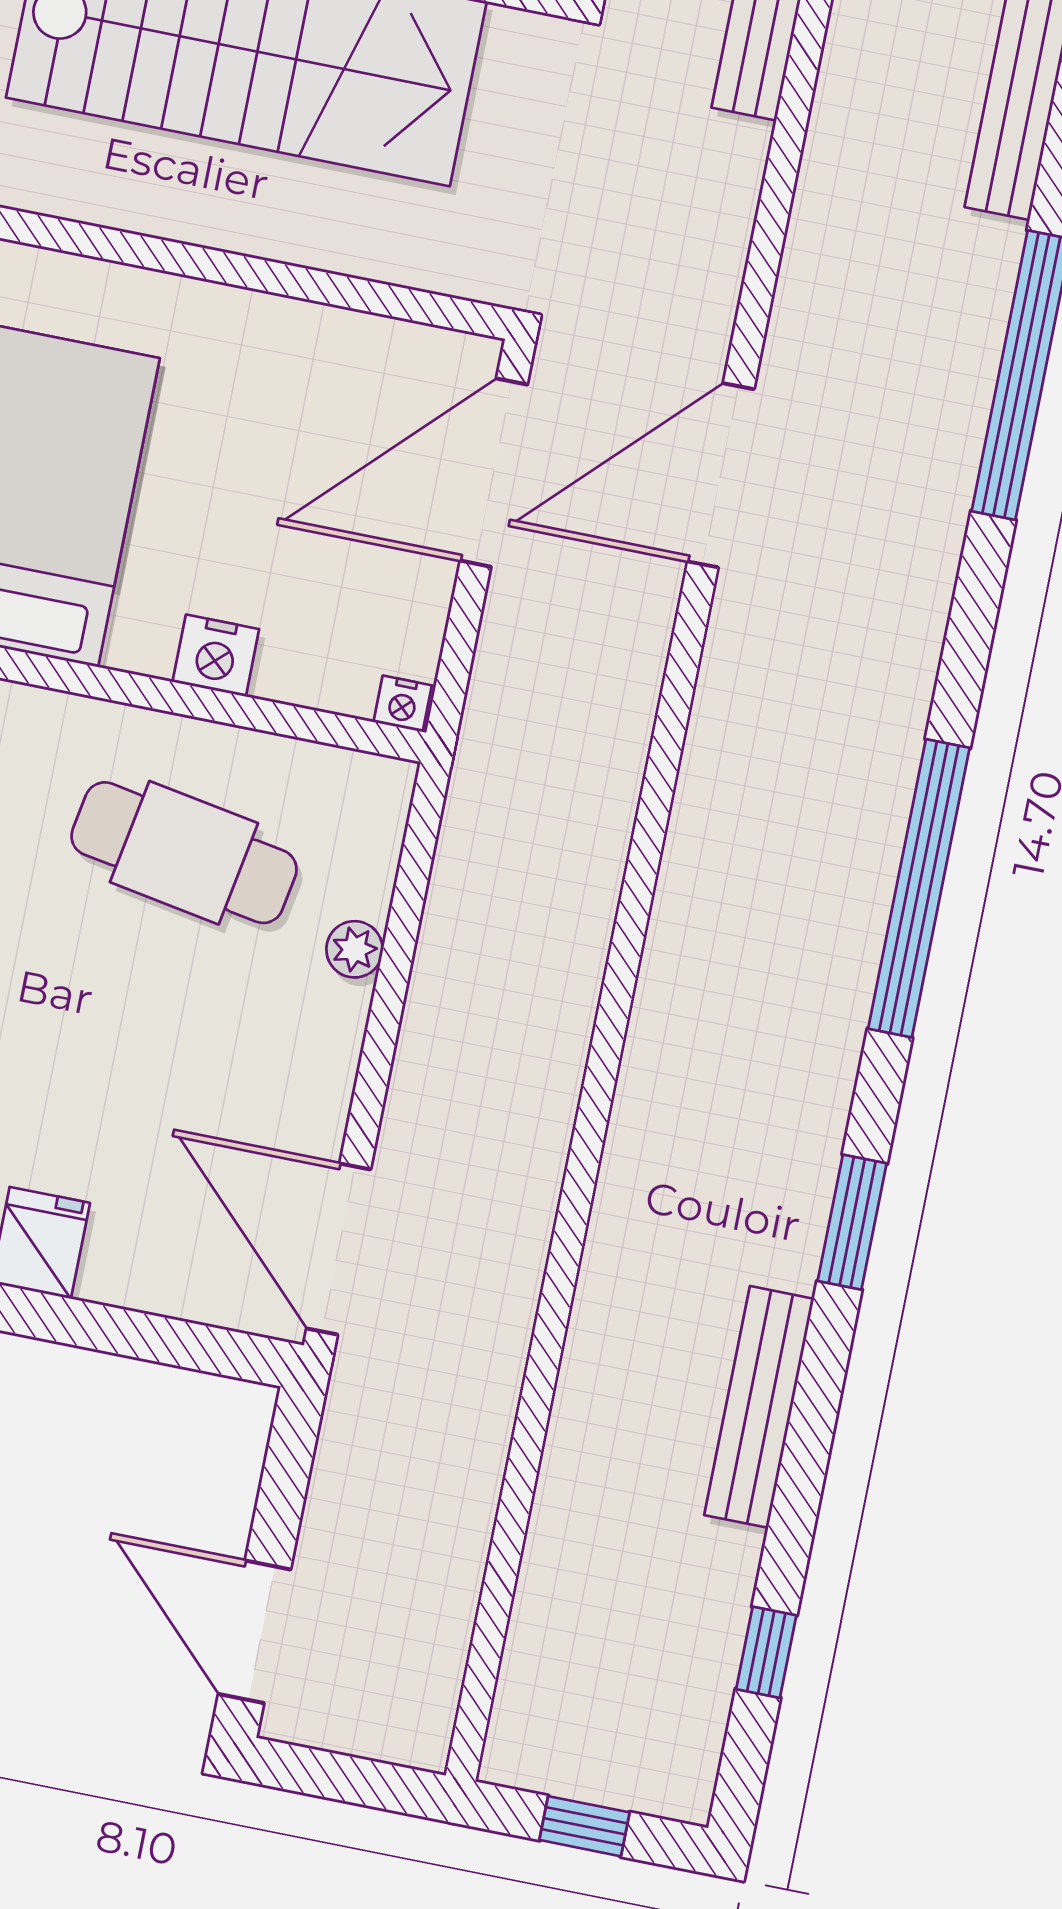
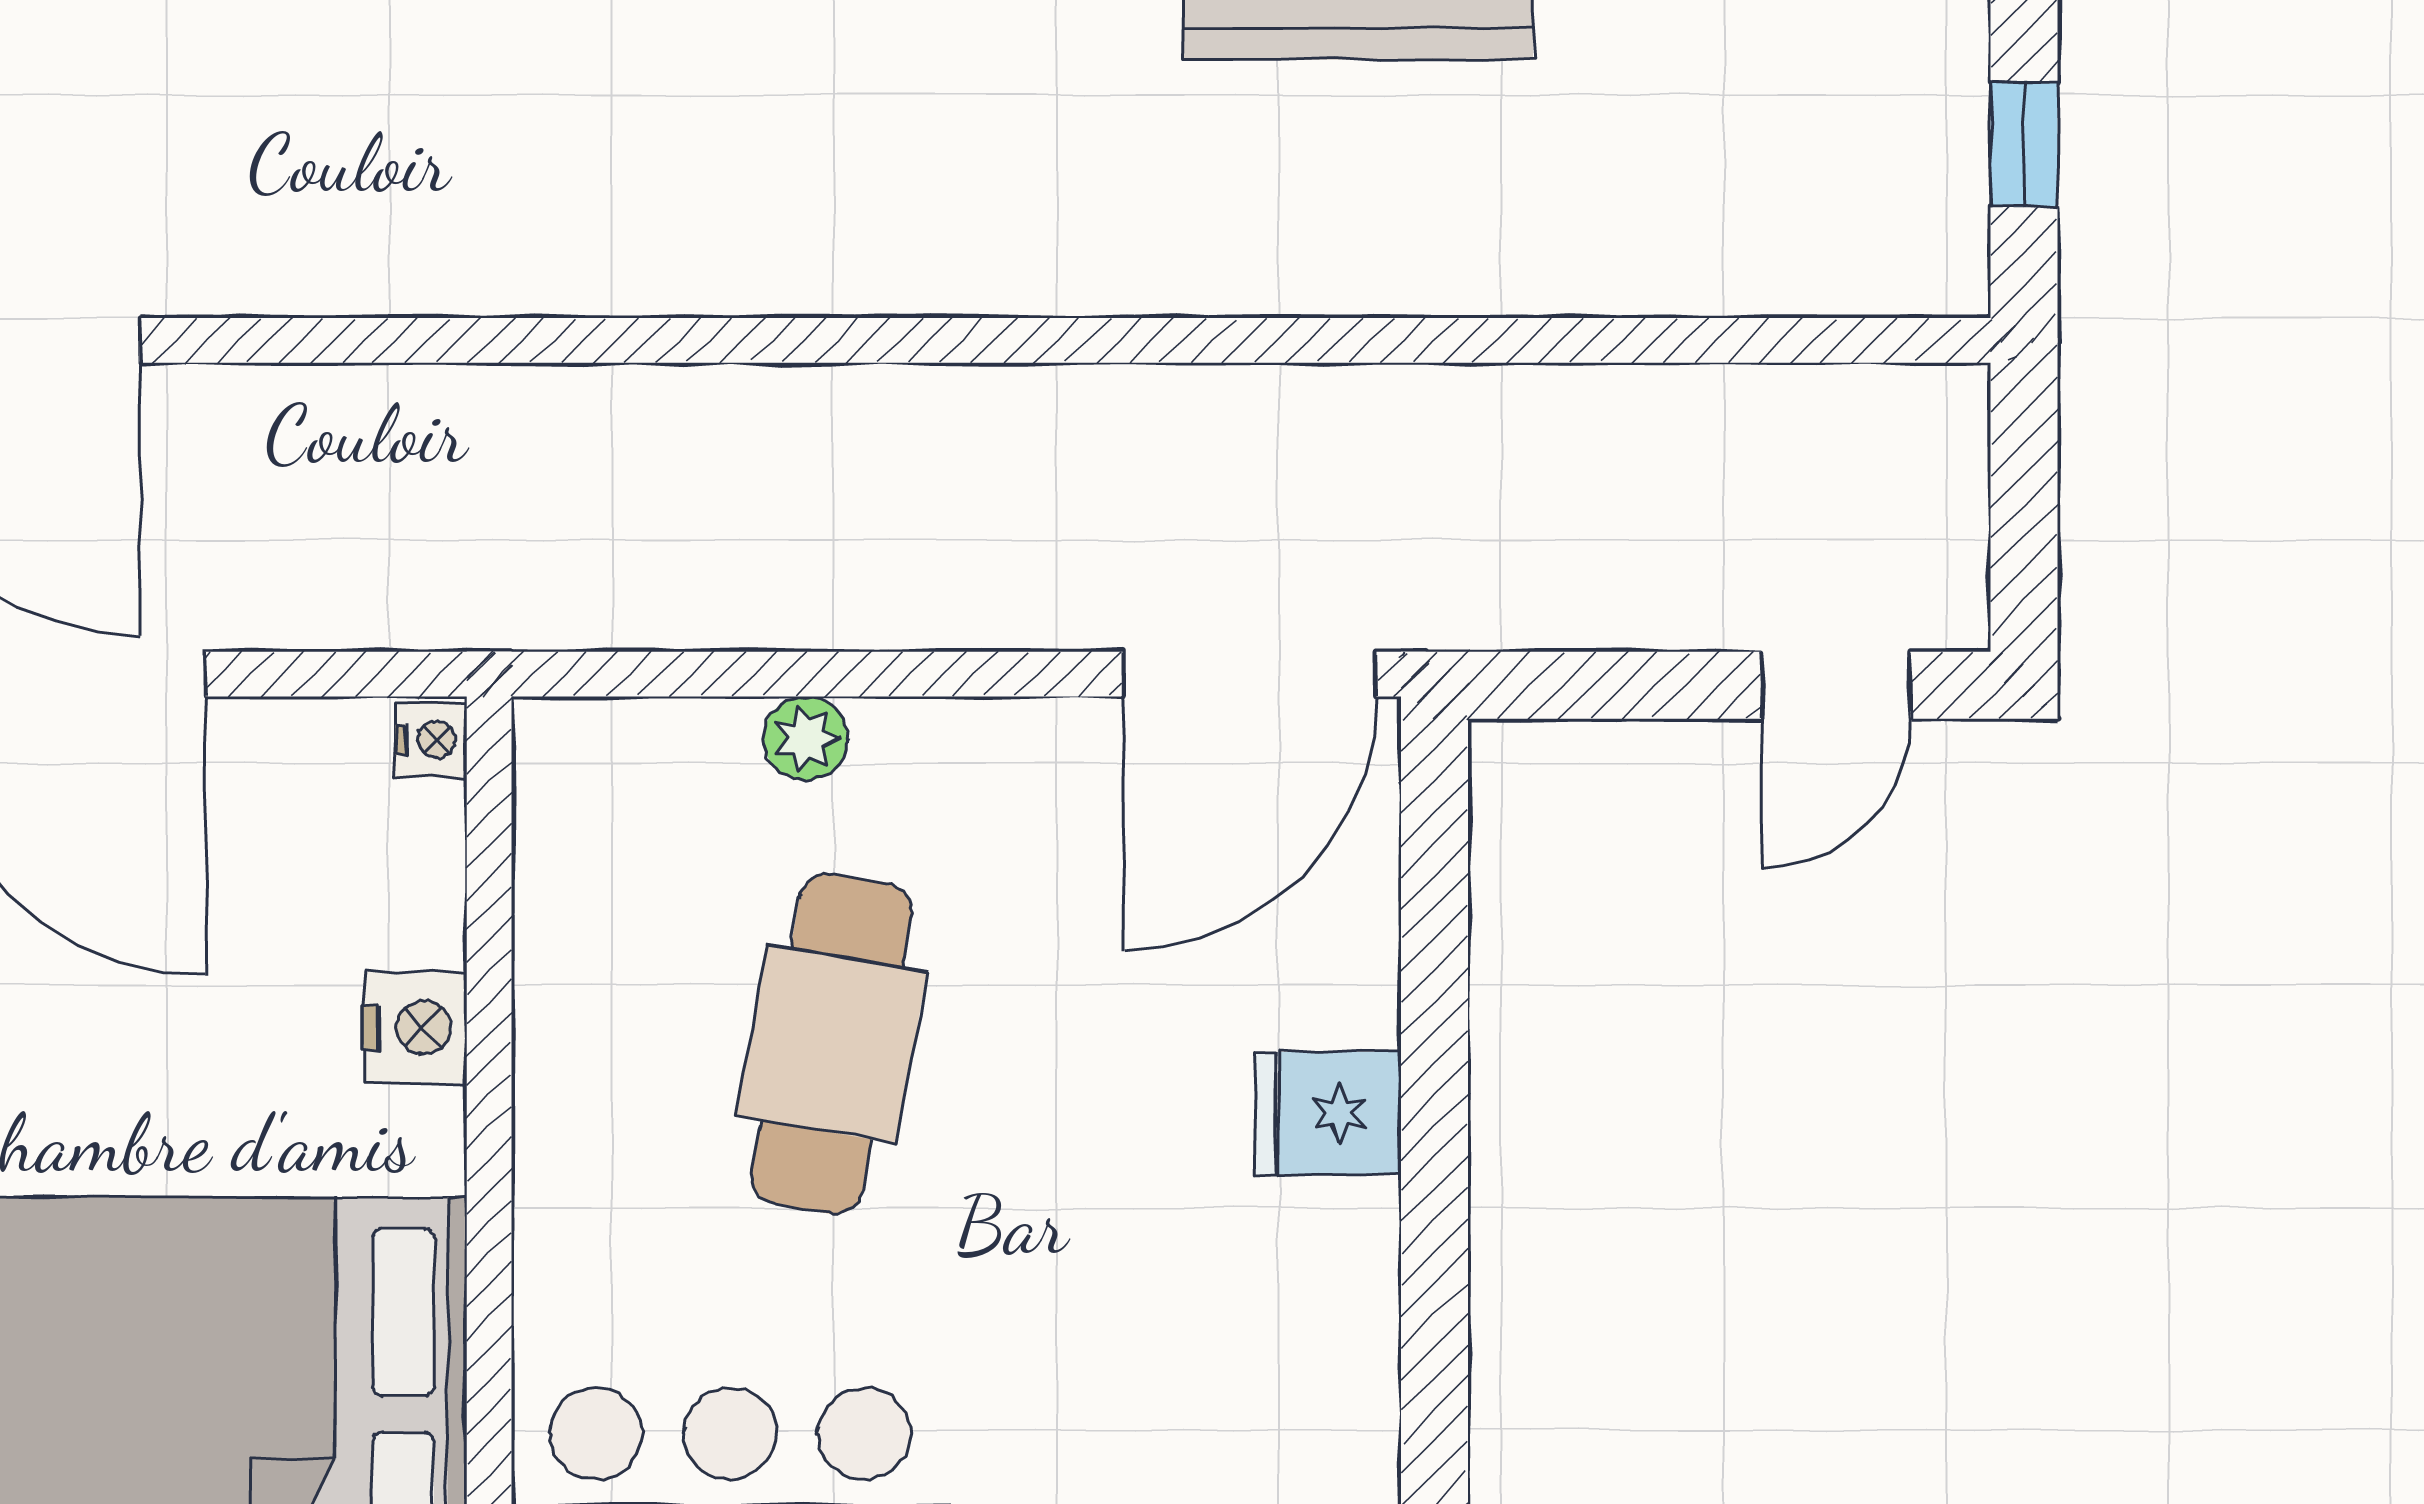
cafe table: (184, 853) -> (832, 1044), moved
door: (254, 1632) -> (1836, 685), width x0.73

